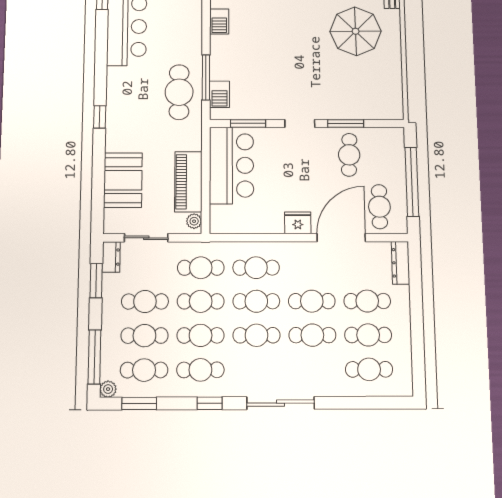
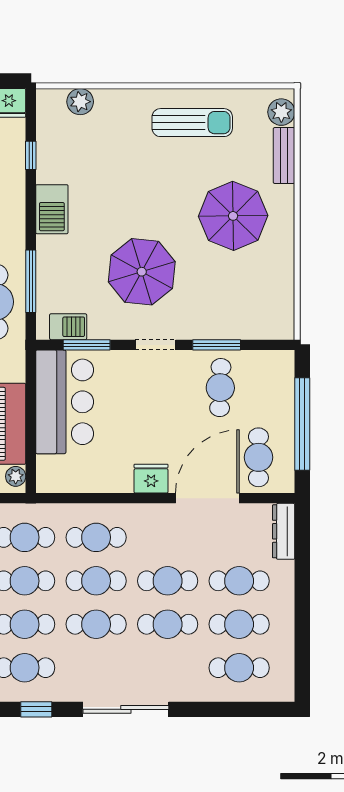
barbecue: (219, 21) -> (52, 209), width x1.38, depth x1.27
parasol: (289, 71) -> (142, 272), added
barbecue: (219, 94) -> (68, 327), moved, turned -90

